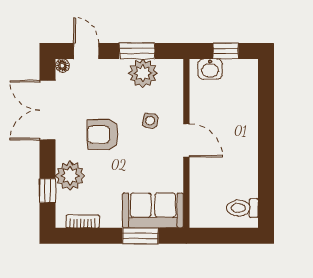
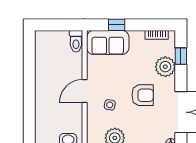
door: (186, 141) -> (85, 91), hinge flipped
toilet: (242, 208) -> (76, 41), moved, turned 90
window: (140, 236) -> (117, 25), width x0.67

